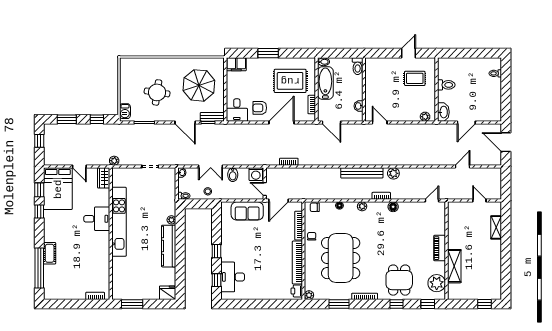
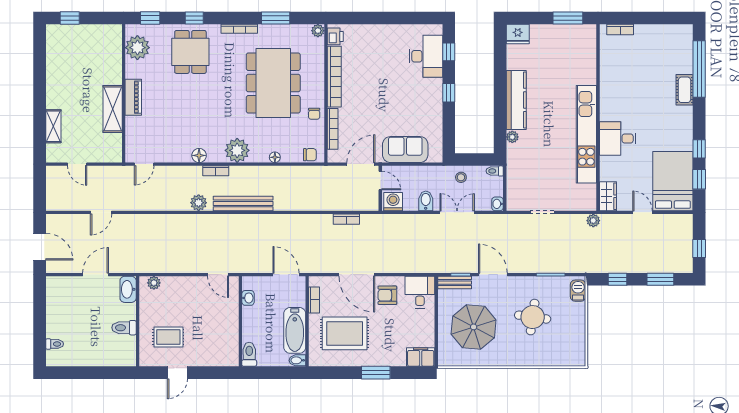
armchair: (260, 108) -> (387, 295), turned 180
door: (281, 122) -> (357, 275), hinge flipped
plant: (362, 206) -> (237, 150), width x1.88, depth x1.88
shelving: (454, 266) -> (113, 109), moved

